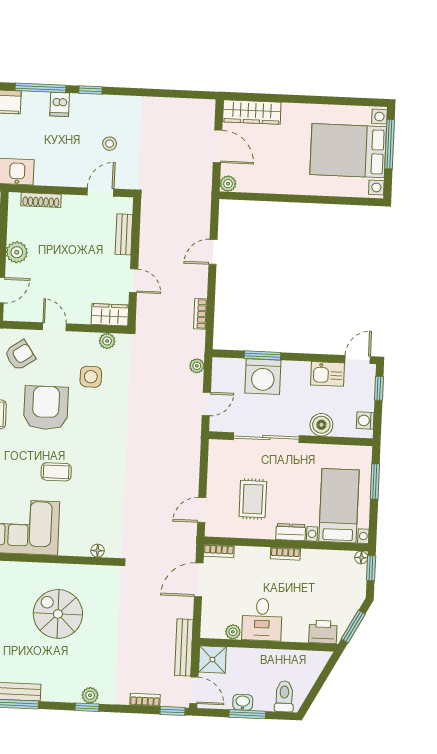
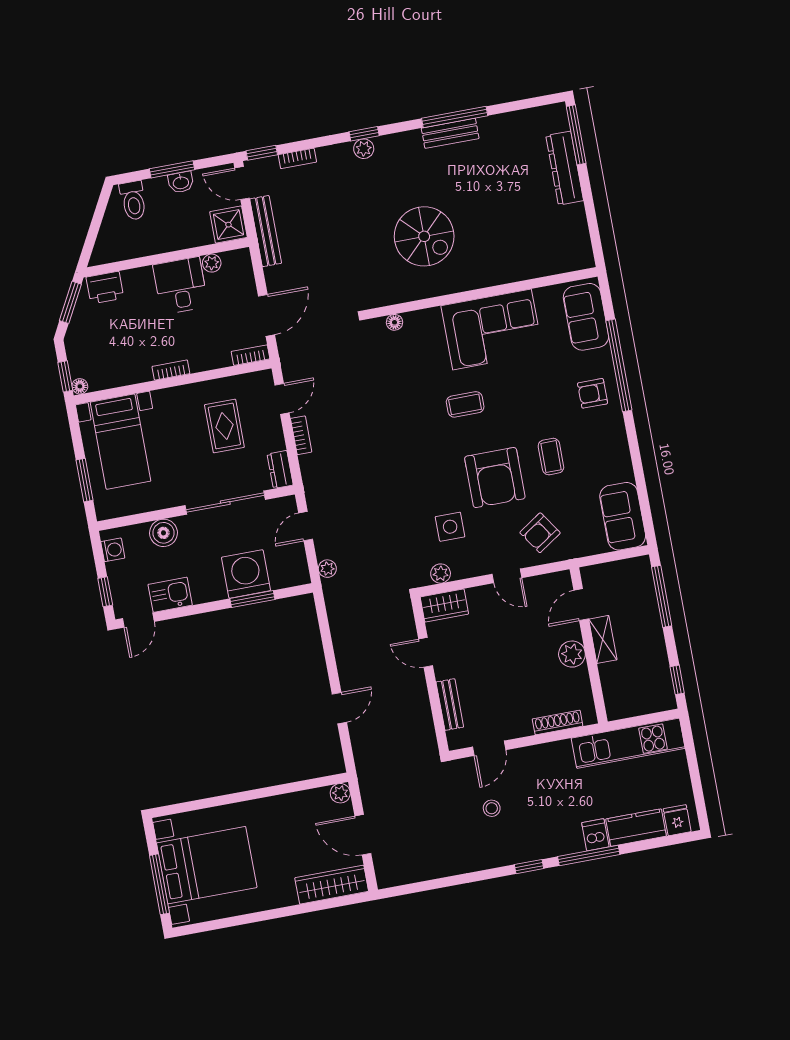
dishwasher: (60, 104) -> (595, 835), moved
bookcase: (200, 314) -> (301, 435), moved
dresser: (291, 532) -> (280, 469), moved, turned 90

